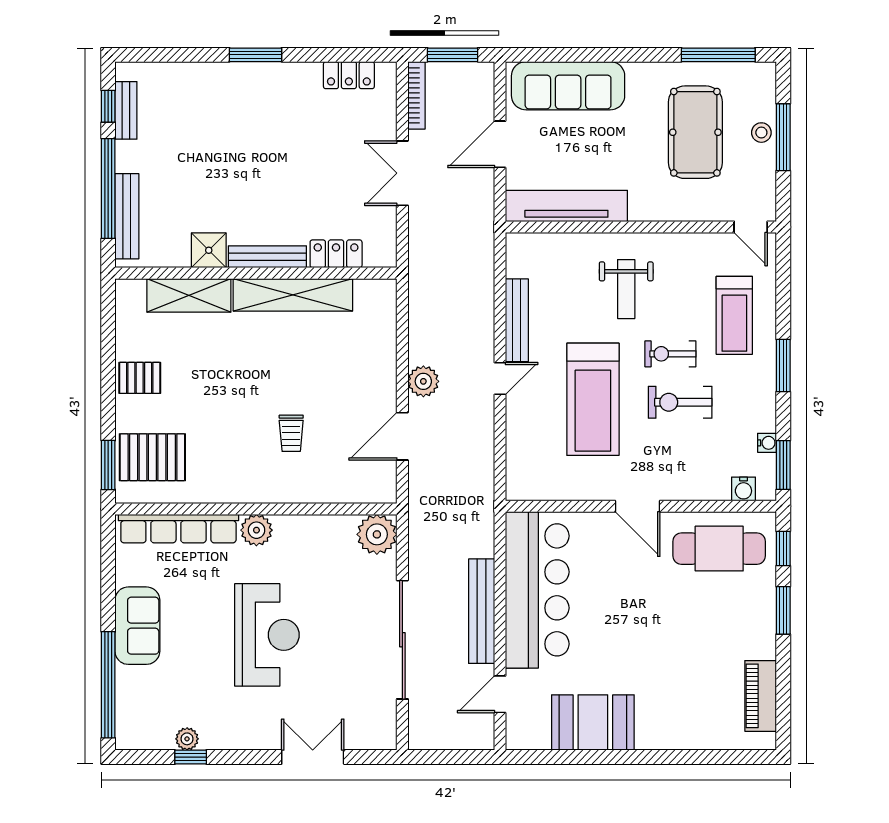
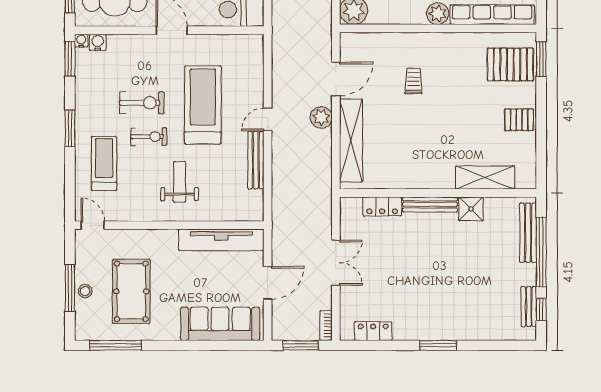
bookcase: (416, 95) -> (326, 326), width x0.64
shelving: (293, 295) -> (351, 141), moved, turned 90
water cooler: (767, 443) -> (81, 41), moved, turned 90

